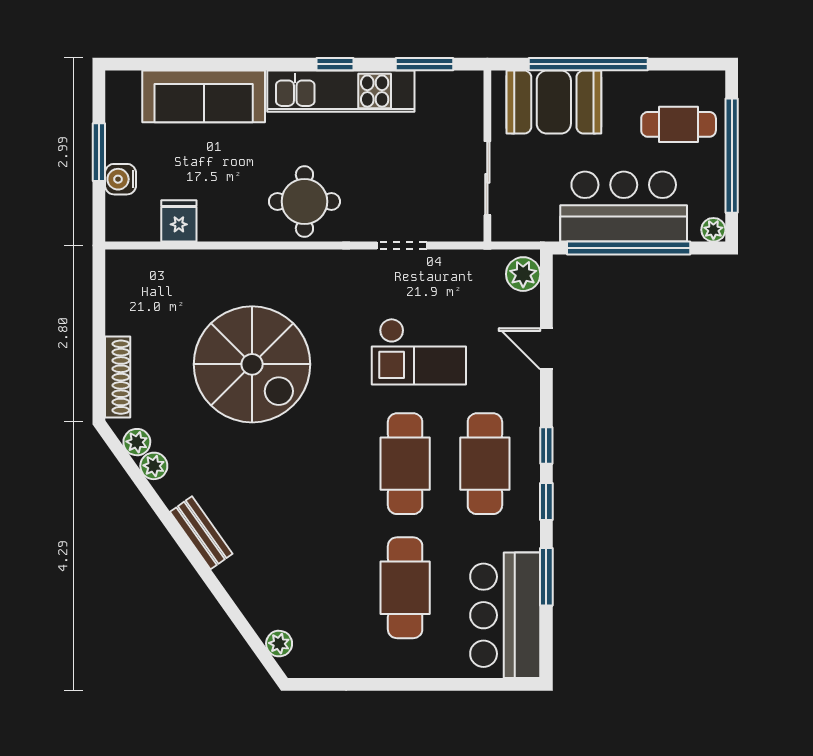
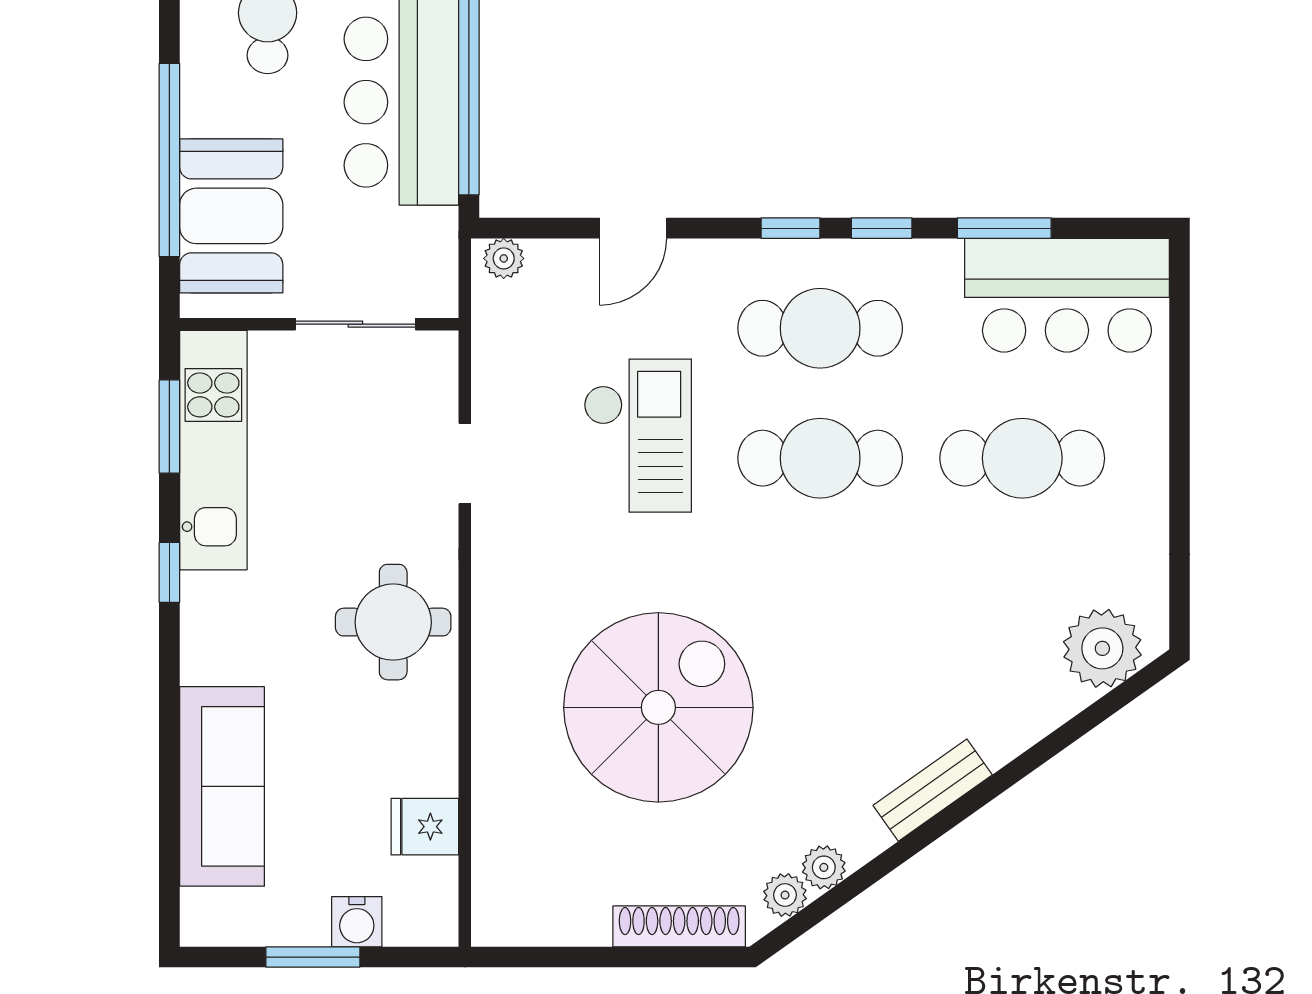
kitchen unit: (341, 91) -> (213, 450), moved
plant: (523, 274) -> (504, 258), width x0.73, depth x0.73
plant: (279, 644) -> (1102, 648), width x1.88, depth x1.88

